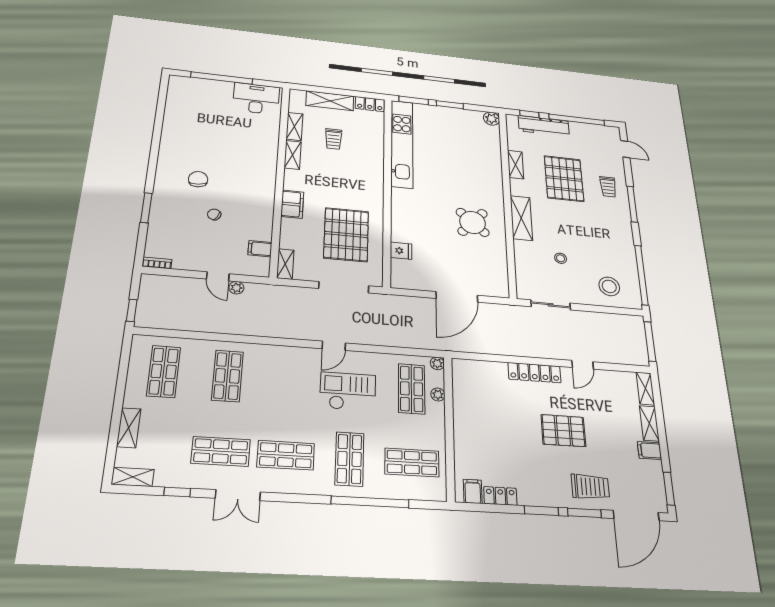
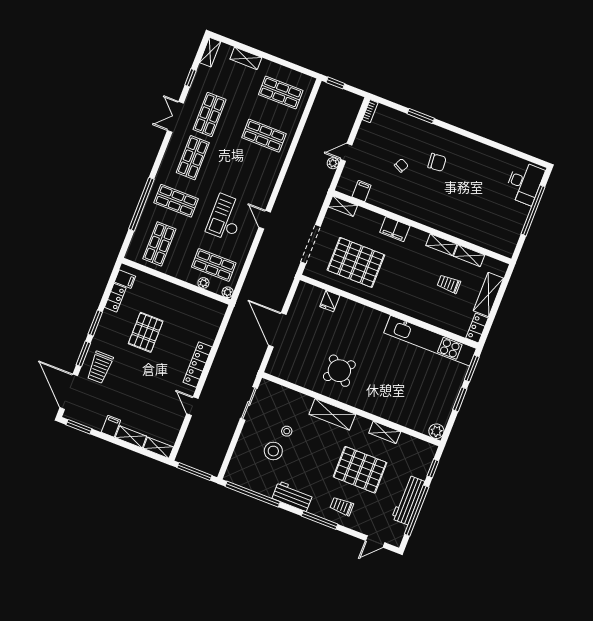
desk: (256, 99) -> (524, 183), moved
workbench: (544, 126) -> (408, 500), moved
workbench: (623, 235) -> (293, 496), added
stool: (609, 286) -> (273, 451), moved
checkout: (348, 391) -> (226, 217), turned 180
pallet: (563, 431) -> (146, 332), moved

